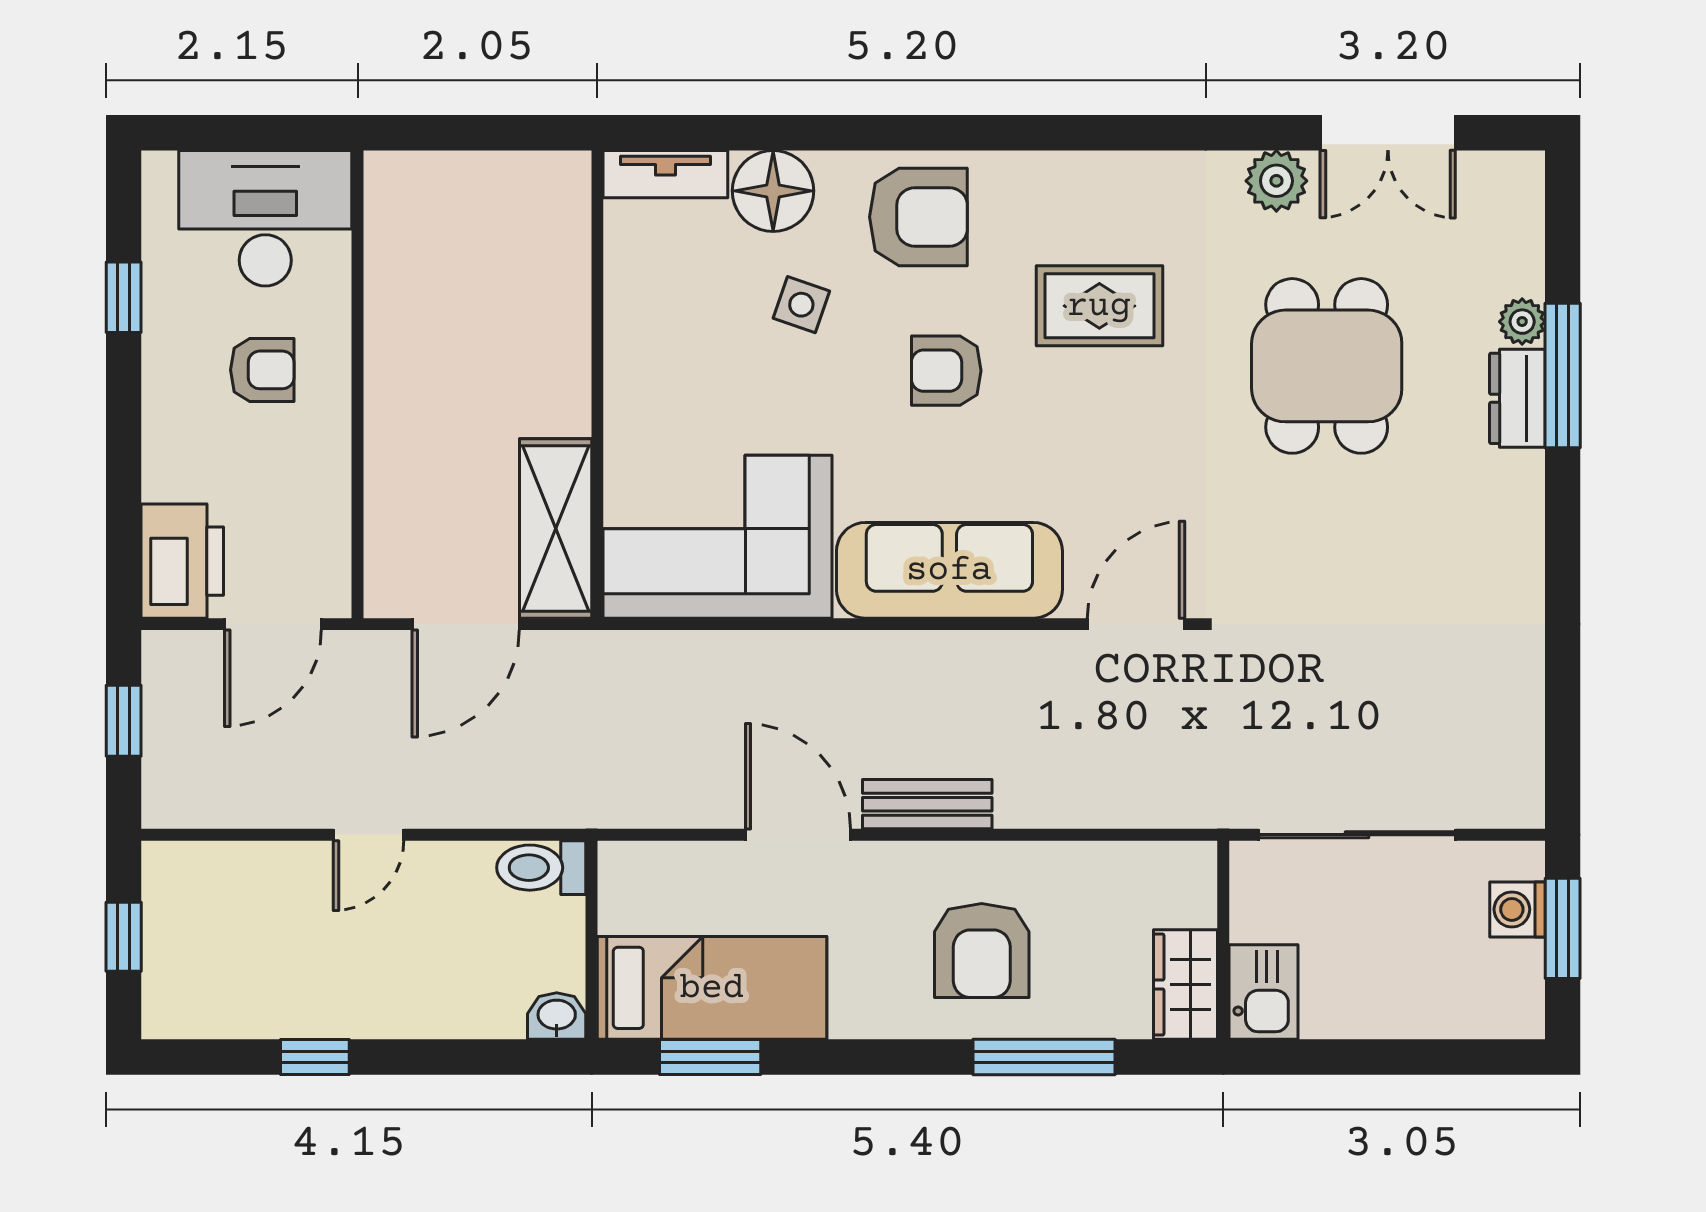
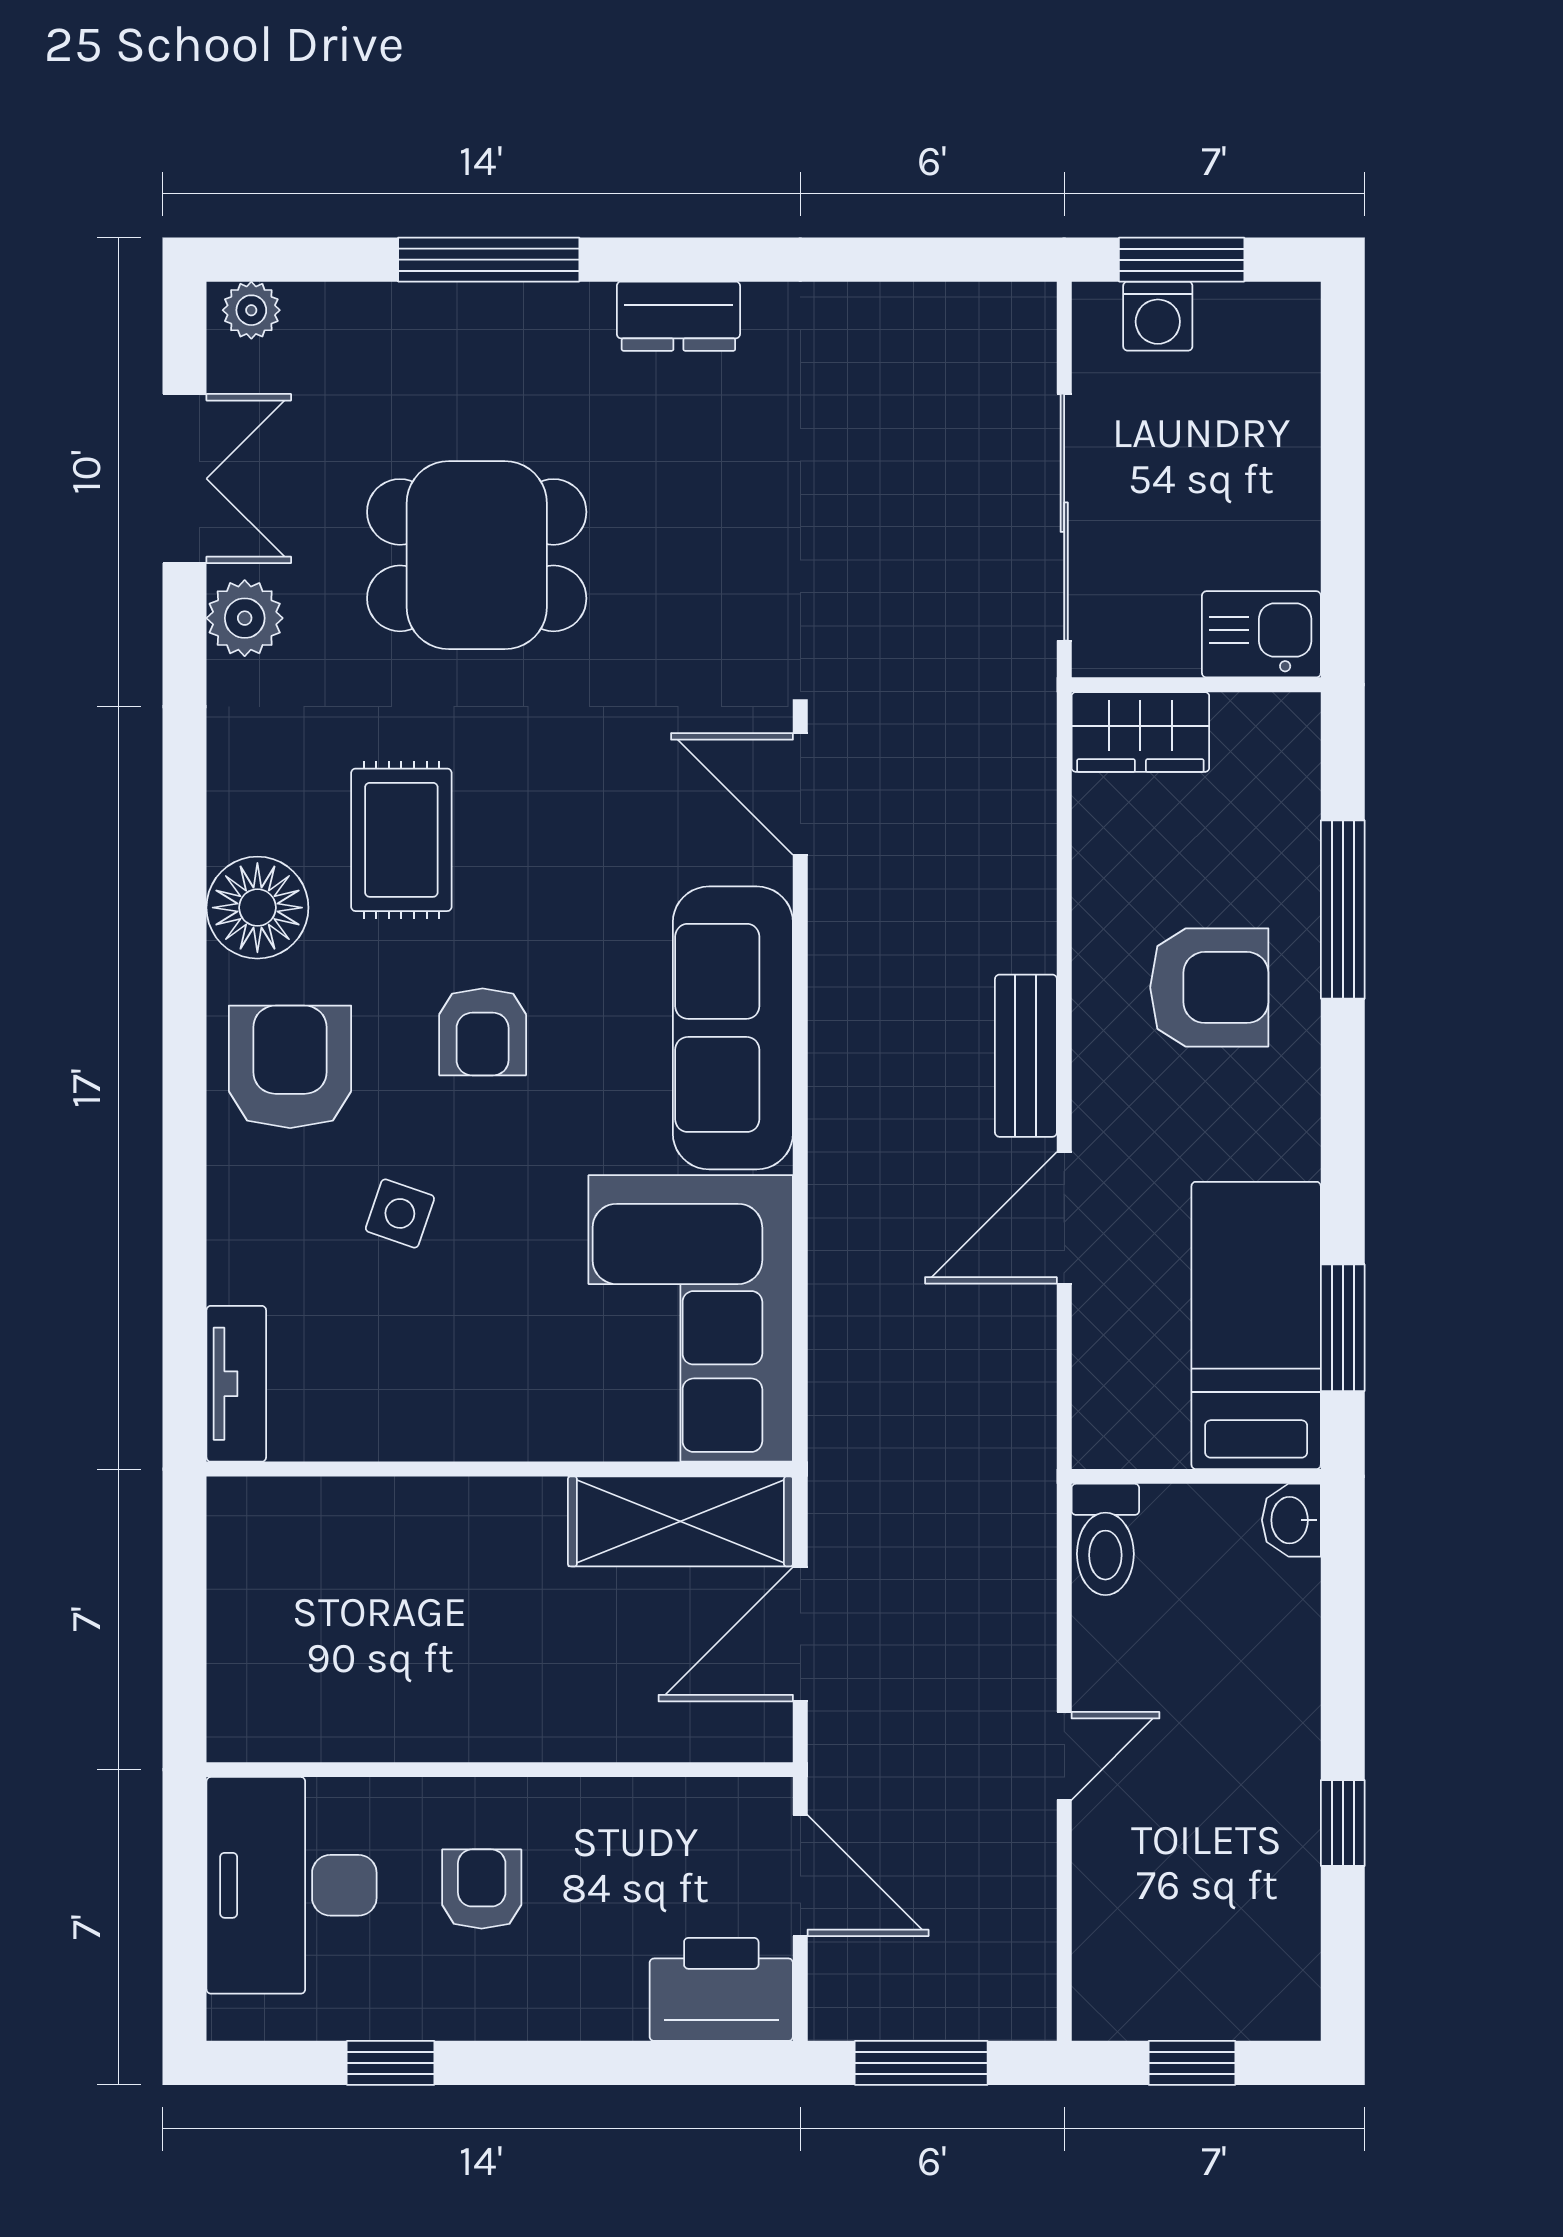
floor lamp: (773, 191) -> (257, 908), moved
plant: (1522, 322) -> (251, 310), moved
dresser: (1517, 398) -> (678, 316), moved
door: (466, 624) -> (800, 1634), swing flipped
window: (124, 721) -> (921, 2063), width x1.50
door: (369, 835) -> (1064, 1756), hinge flipped
wardrobe: (1186, 985) -> (1140, 732), moved

